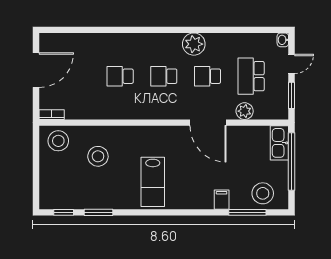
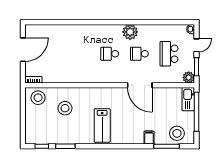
school desk: (120, 76) -> (80, 54), removed
plant: (245, 111) -> (189, 77), moved

